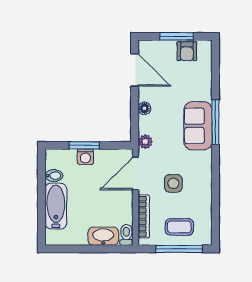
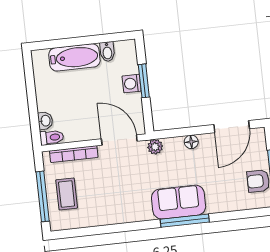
side table: (173, 183) -> (113, 182), removed
washbasin: (103, 236) -> (45, 121), width x0.52, depth x0.69

